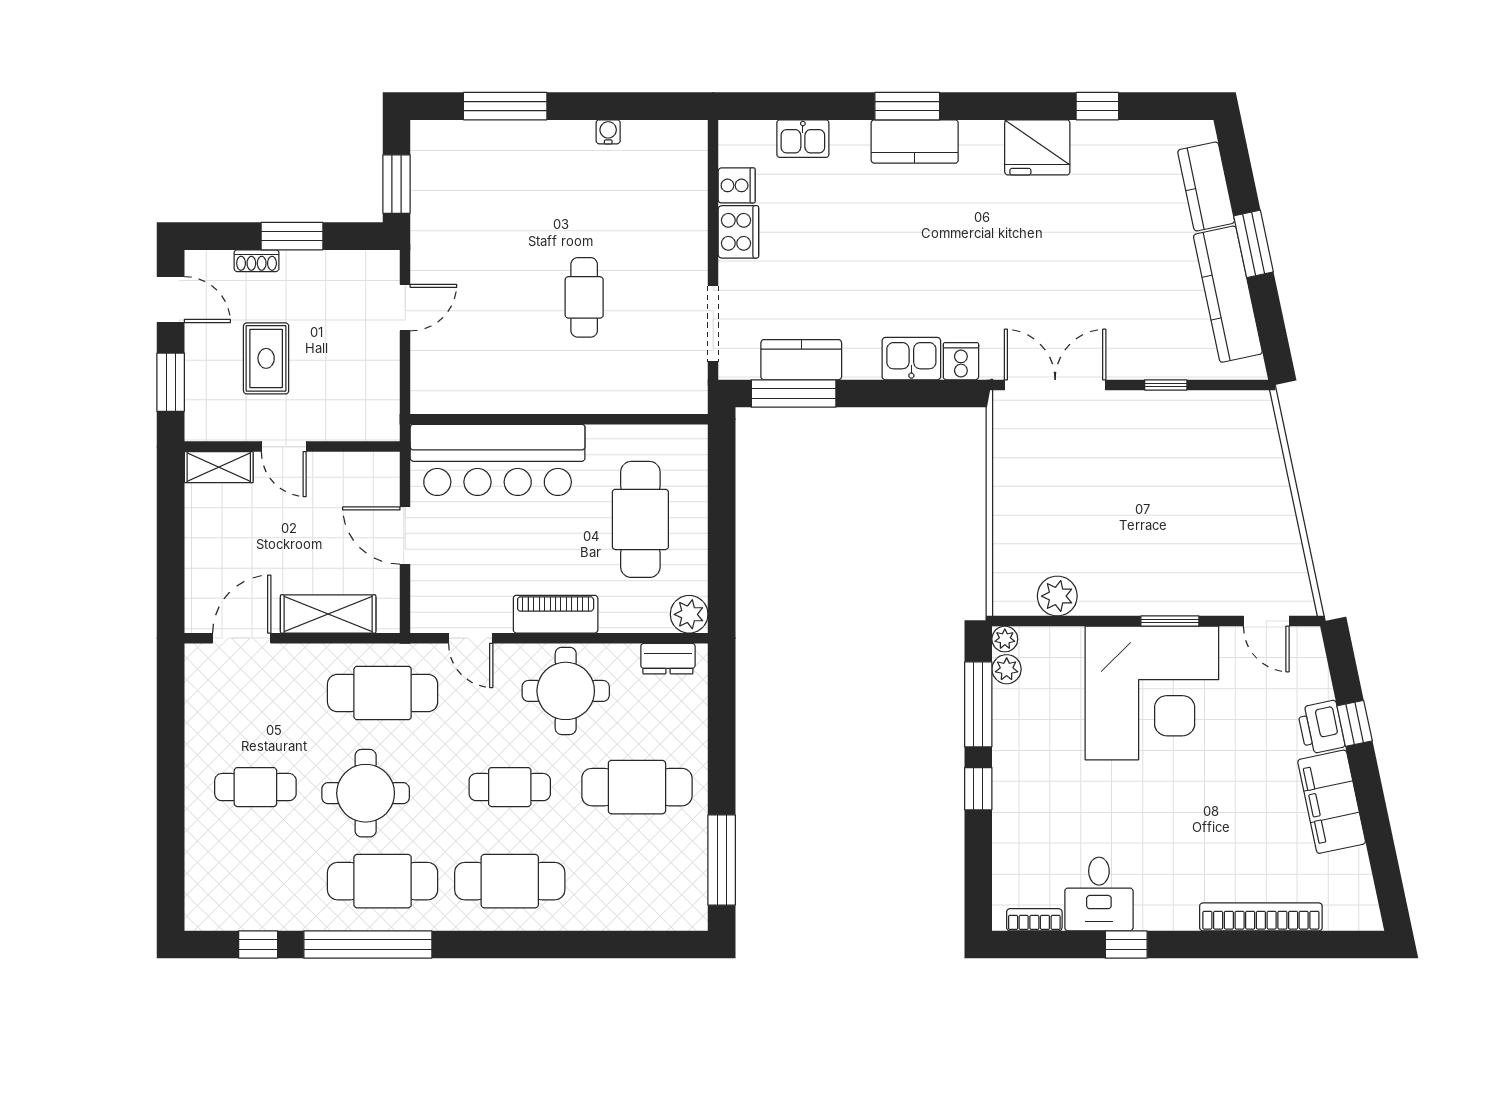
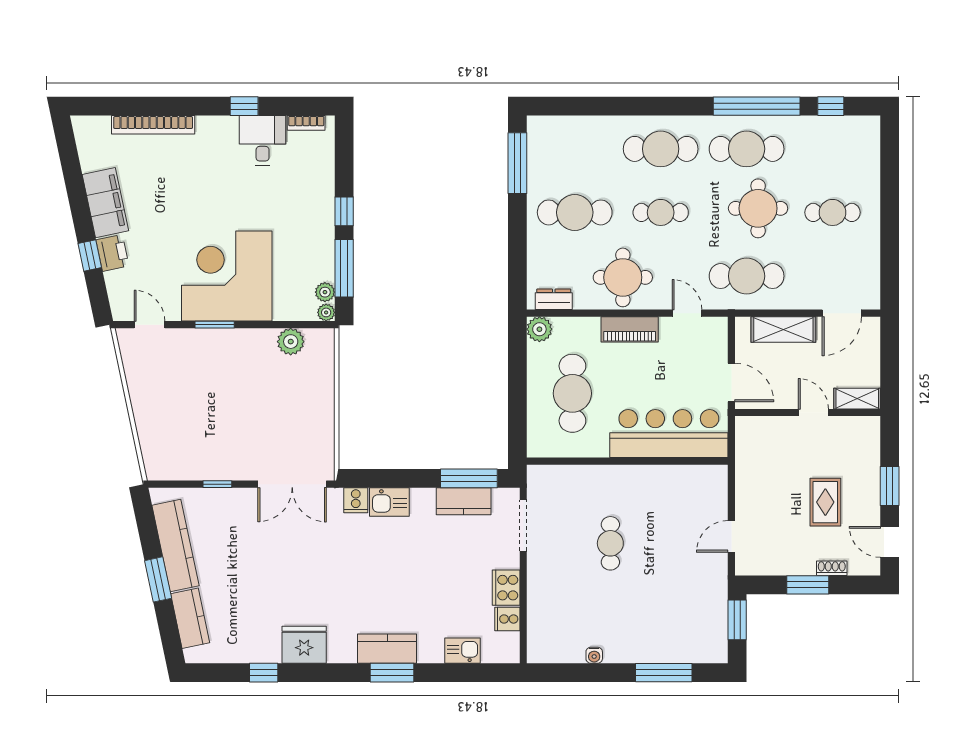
door: (284, 447) -> (813, 412), moved
wall: (292, 447) -> (808, 412), moved
shelving: (219, 467) -> (857, 399), moved

